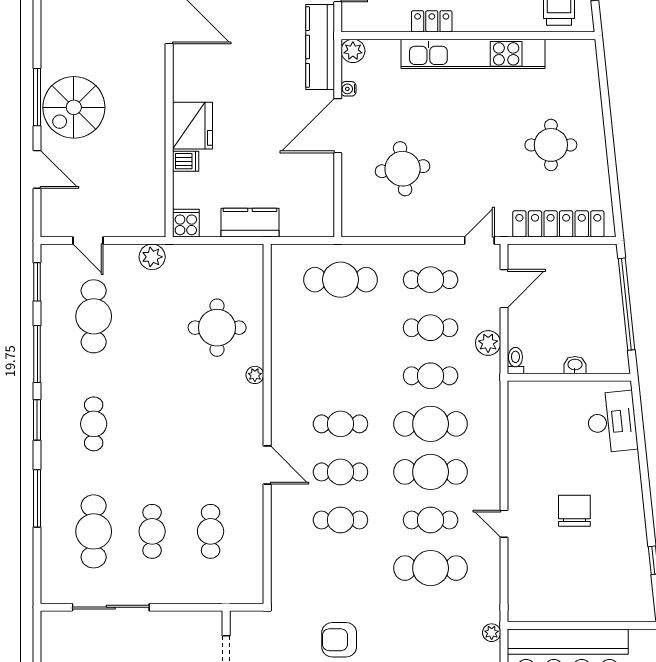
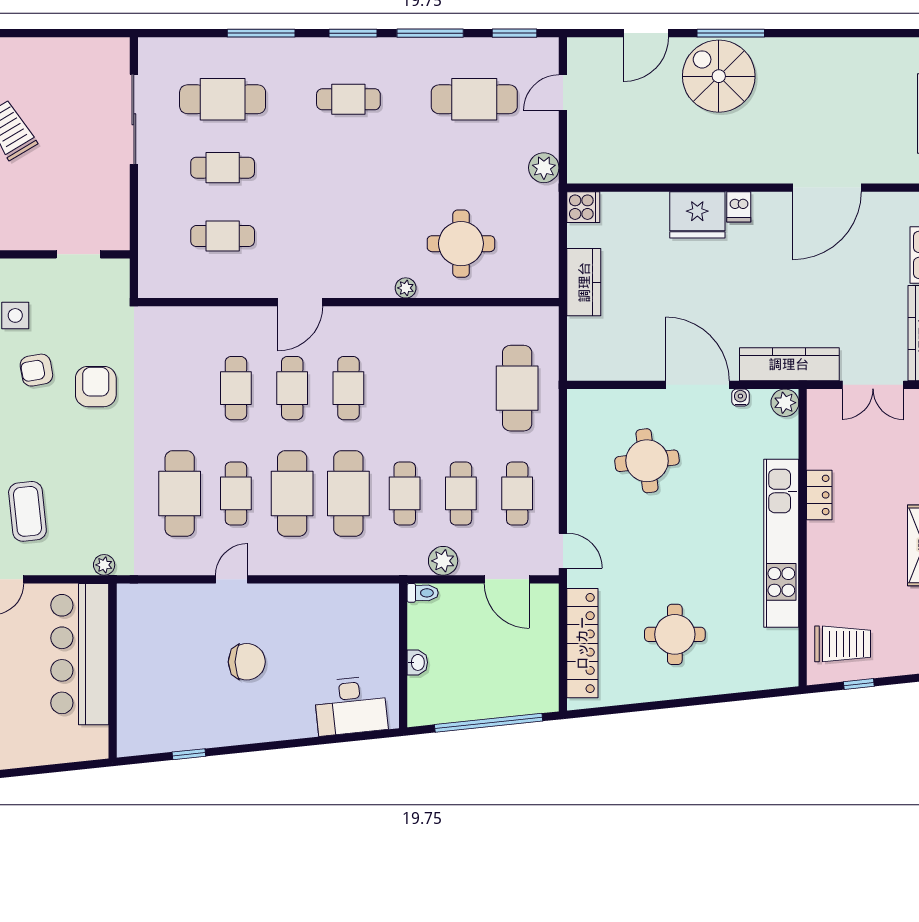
dishwasher: (186, 161) -> (739, 207), moved

